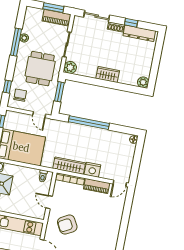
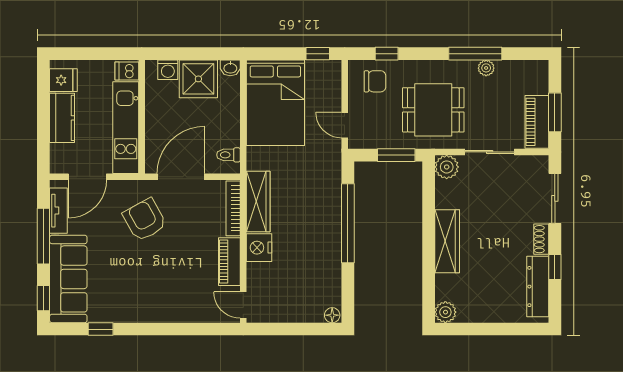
wardrobe: (108, 75) -> (447, 241), width x1.50
door: (39, 115) -> (345, 125), hinge flipped
door: (49, 202) -> (181, 177), width x1.88

